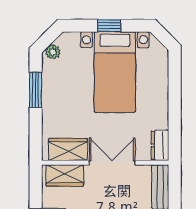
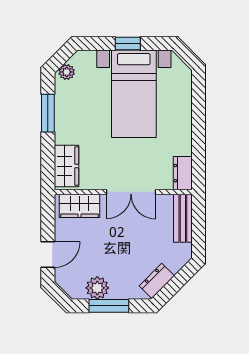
wardrobe: (68, 149) -> (67, 166), moved, turned 90
double door: (112, 163) -> (131, 192), swing flipped

